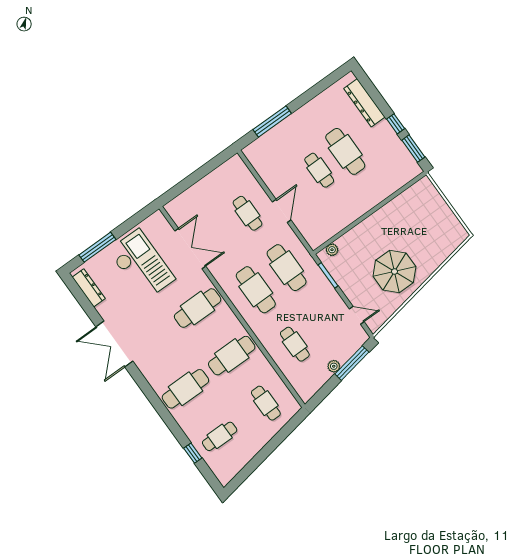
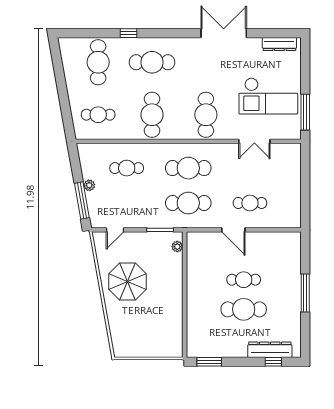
window: (272, 122) -> (305, 293), moved
window: (396, 124) -> (273, 362), moved
window: (97, 247) -> (305, 112), moved
double door: (190, 249) -> (254, 141), width x0.73
cafe table: (185, 389) -> (152, 62), turned 90
cafe table: (220, 436) -> (98, 62), width x1.37, depth x1.35
window: (193, 453) -> (129, 33), moved

